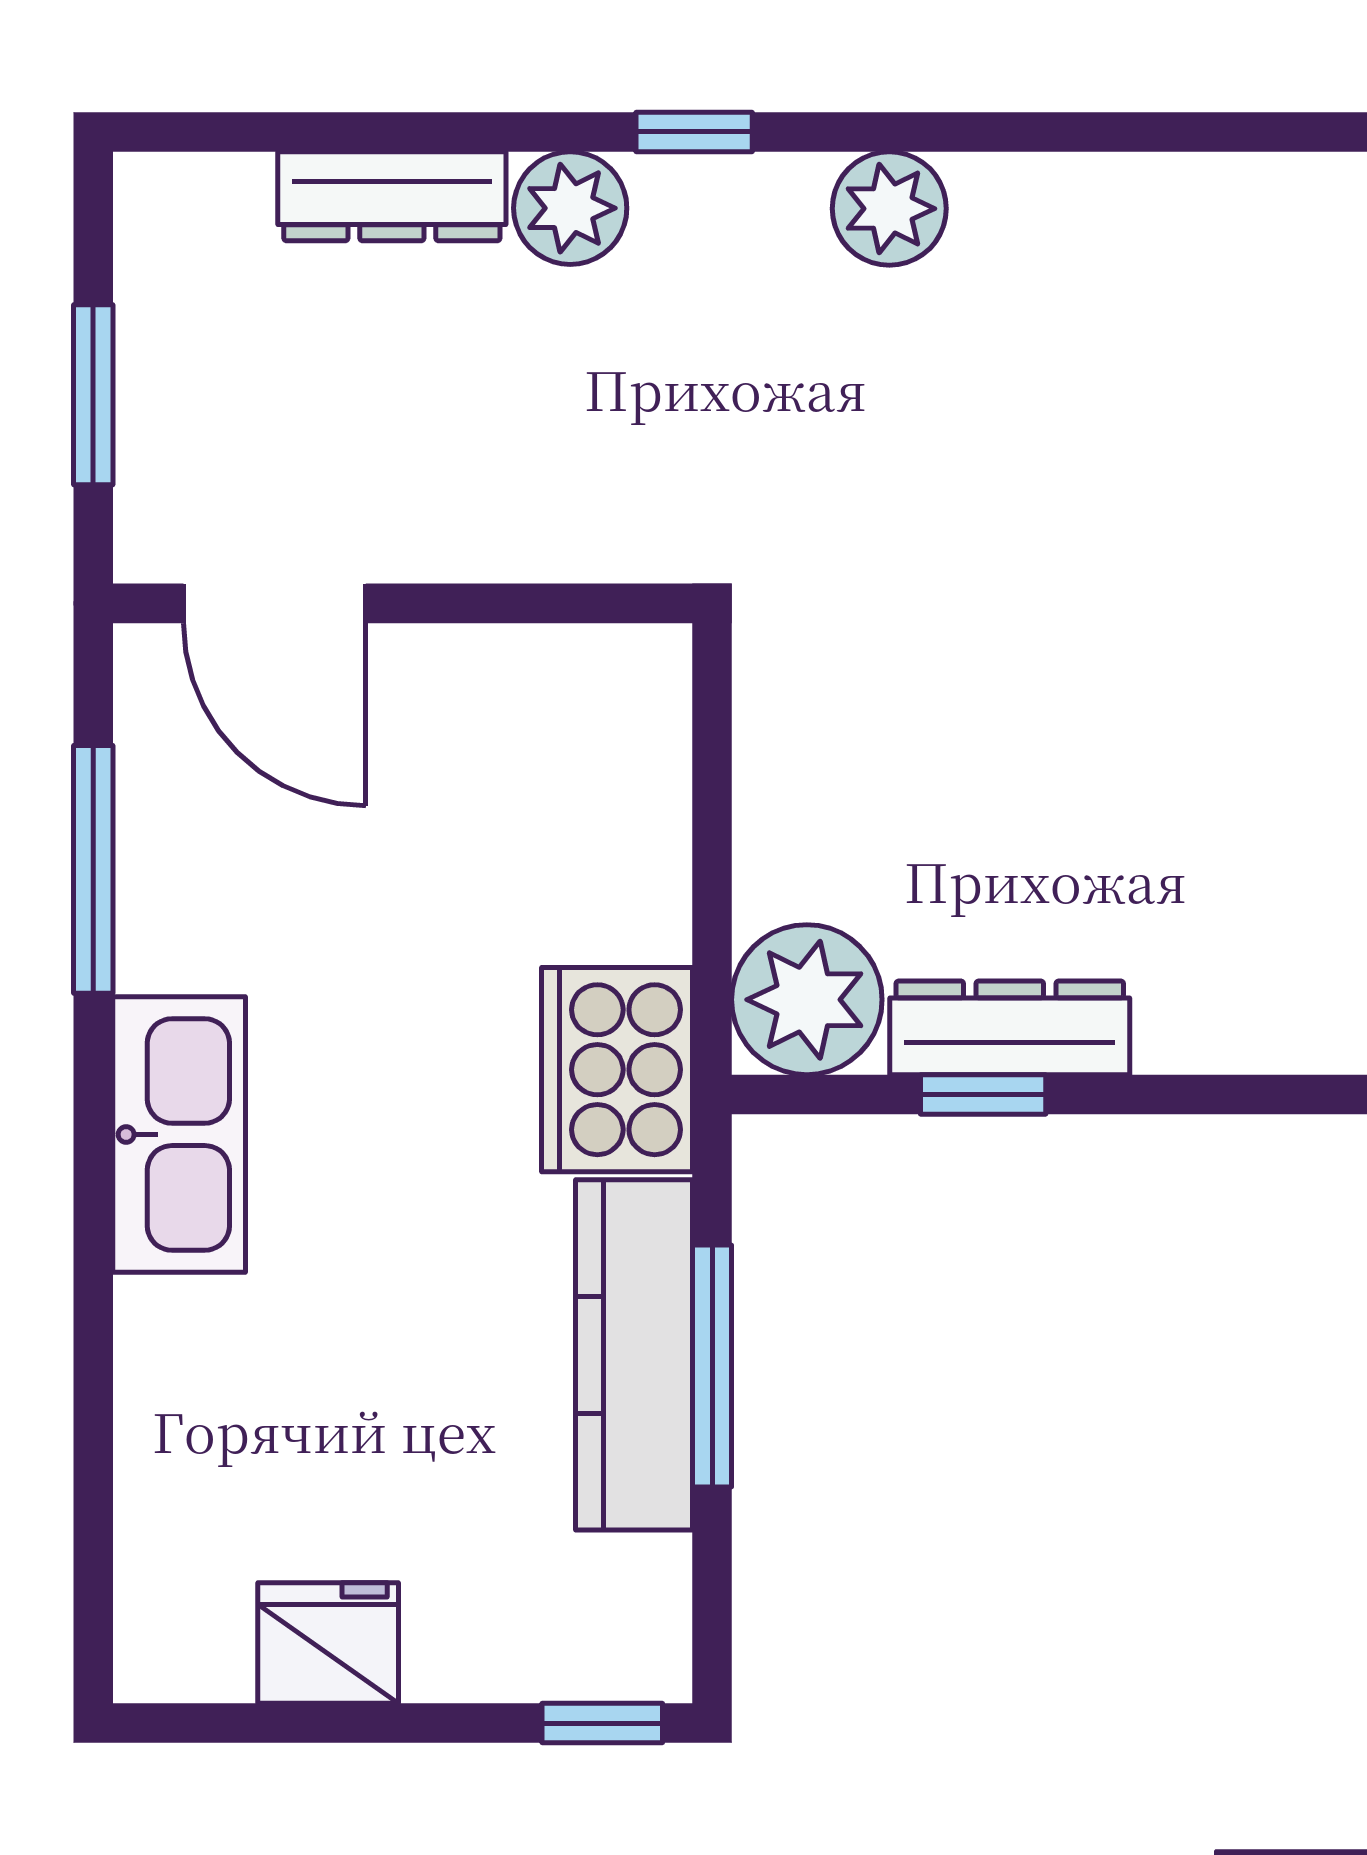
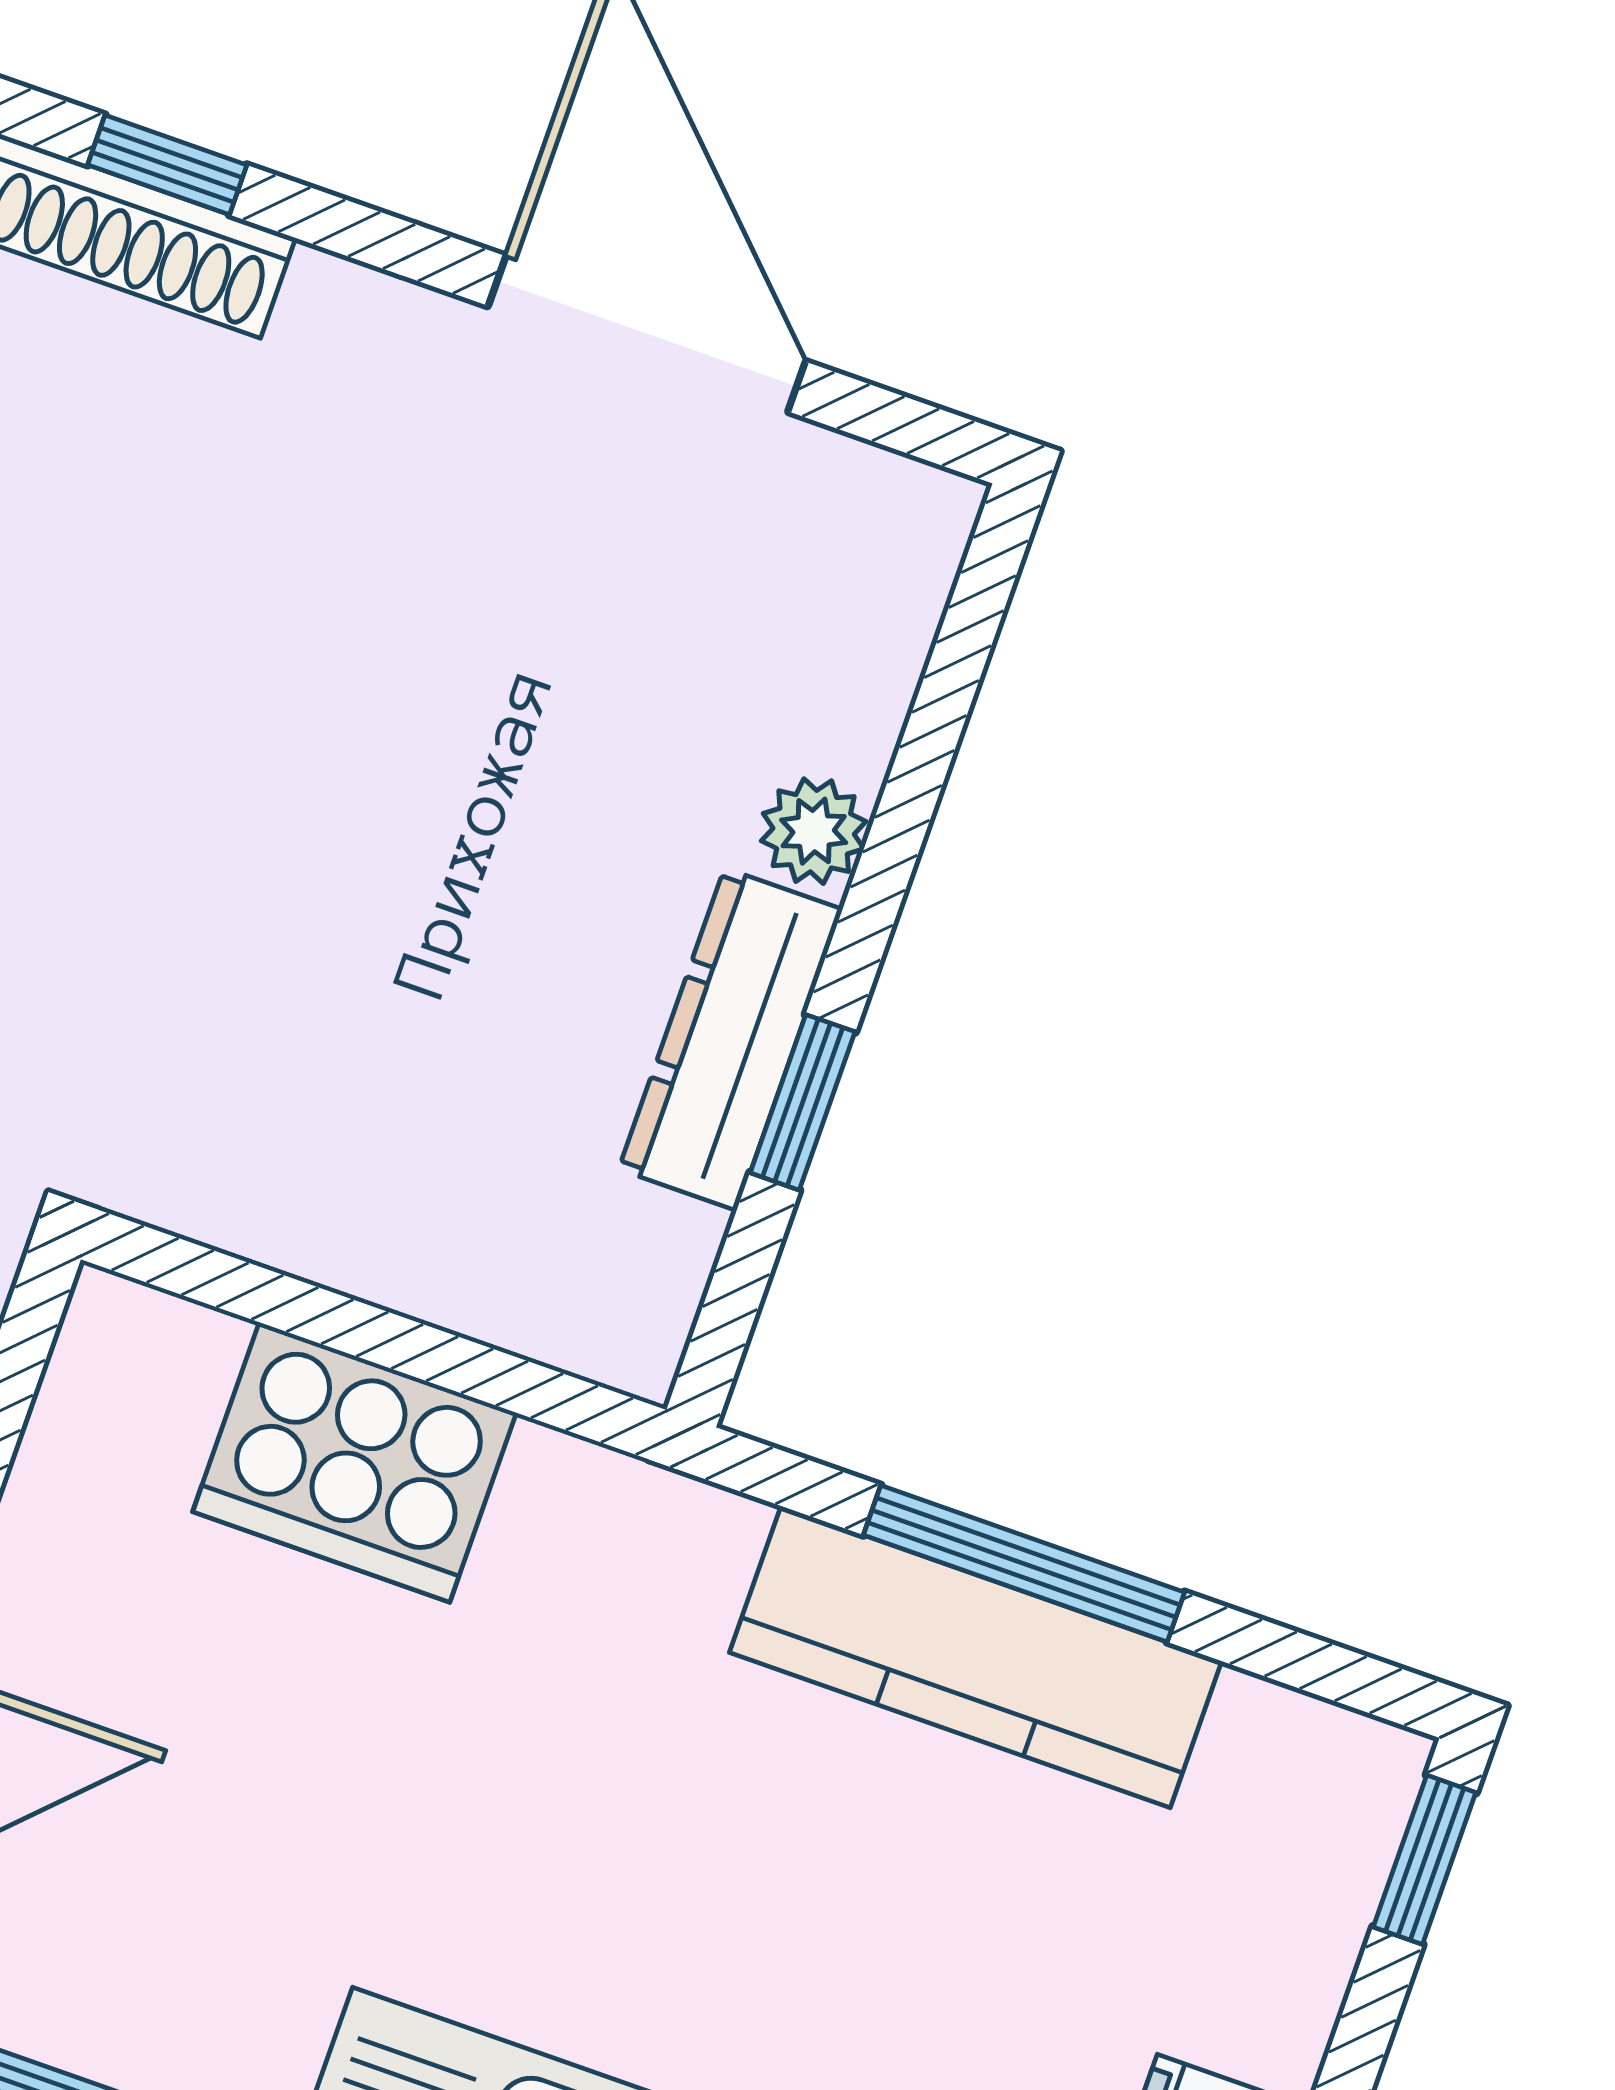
plant: (807, 1000) -> (814, 831), moved, width x0.53, depth x0.53
cooker: (617, 1070) -> (354, 1462), moved

